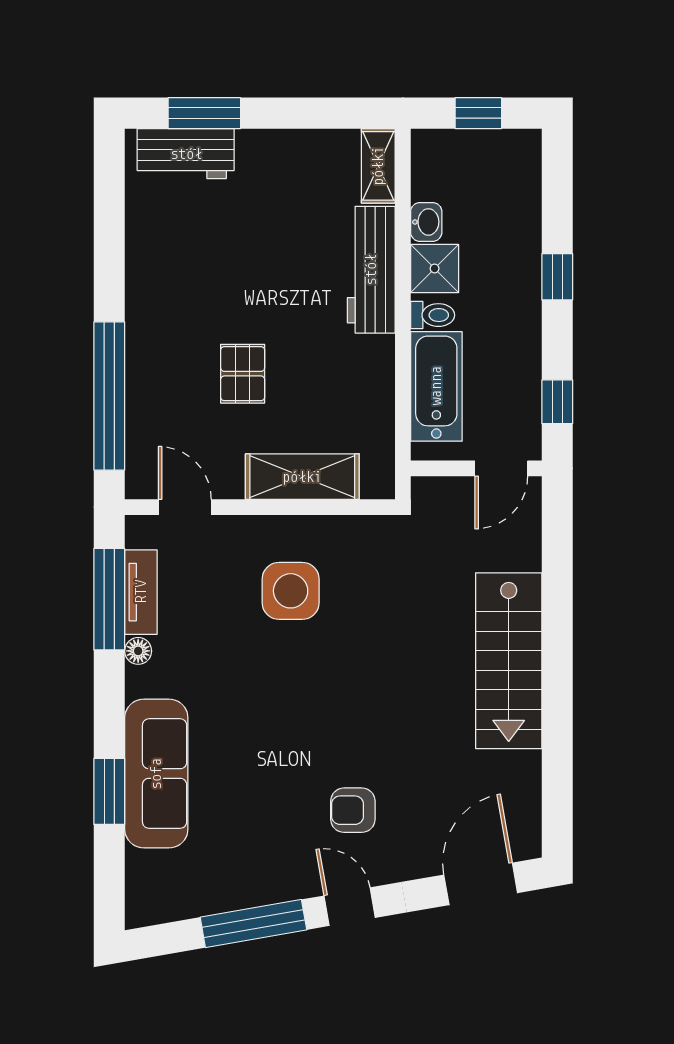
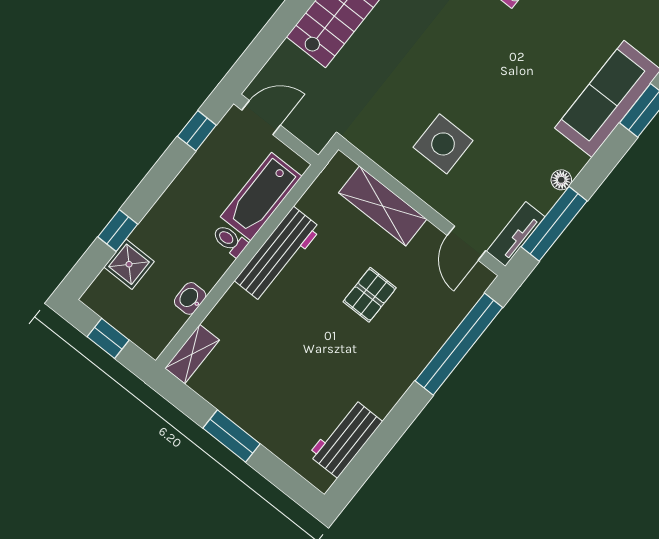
window: (204, 113) -> (232, 436), moved
workbench: (186, 154) -> (345, 438), moved, turned -90
shower: (435, 268) -> (129, 264), moved
workbench: (371, 270) -> (278, 254), moved
window: (557, 277) -> (118, 231), moved
tv unit: (141, 592) -> (516, 234), moved

